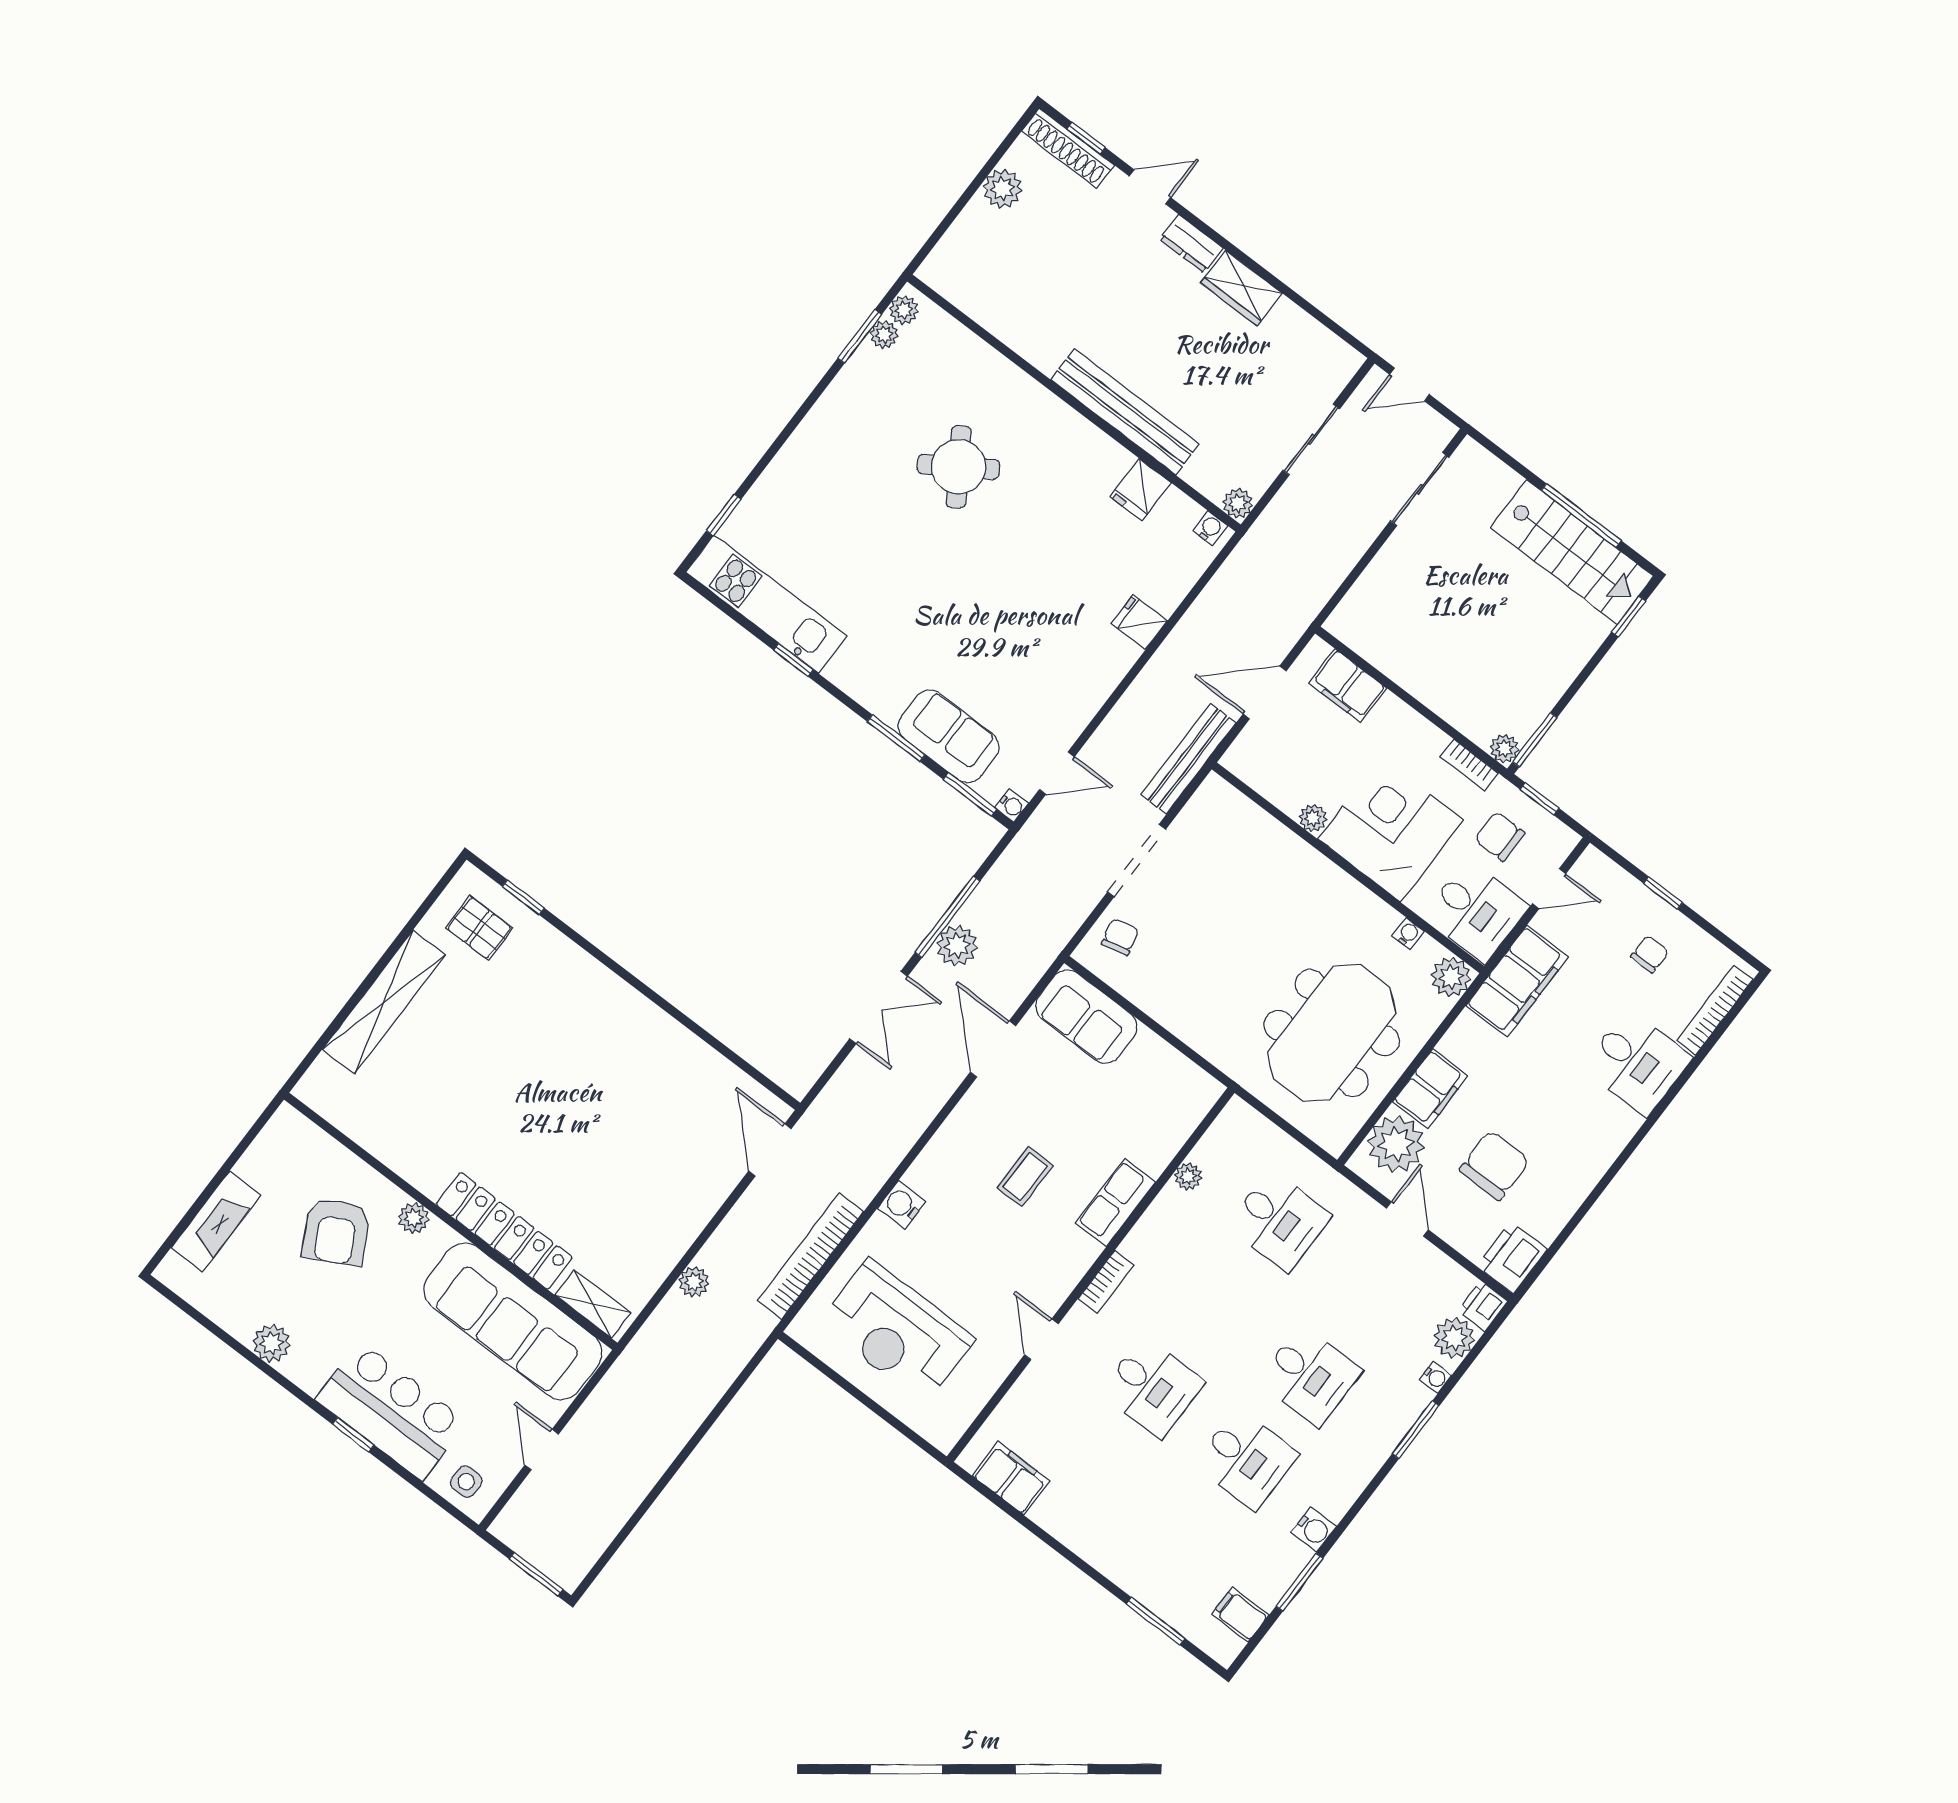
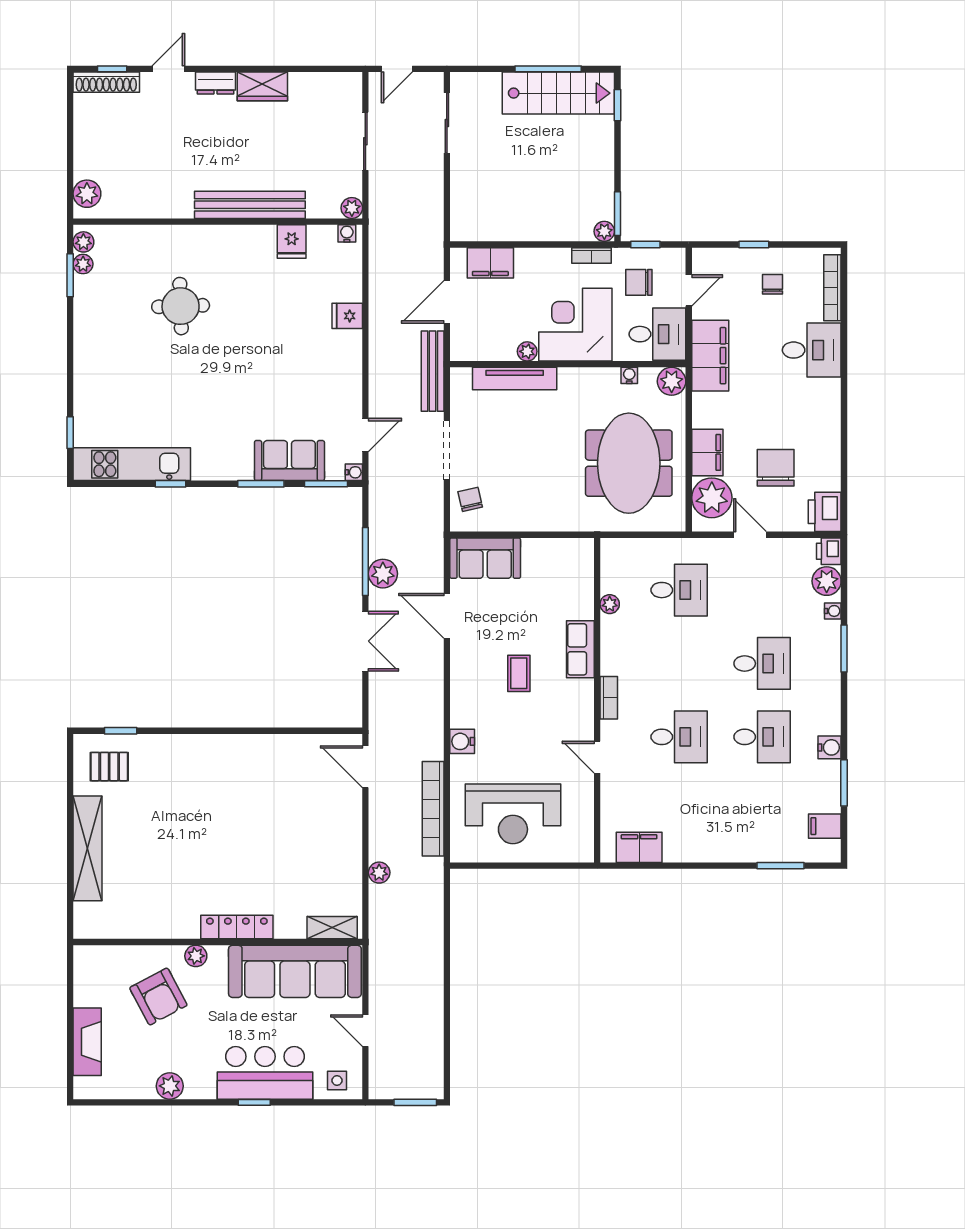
plant: (1002, 189) -> (87, 194), moved
round table: (959, 467) -> (181, 306), turned 31
tv unit: (1275, 838) -> (515, 379), added
locker: (504, 1231) -> (237, 927), width x0.71, depth x0.83

